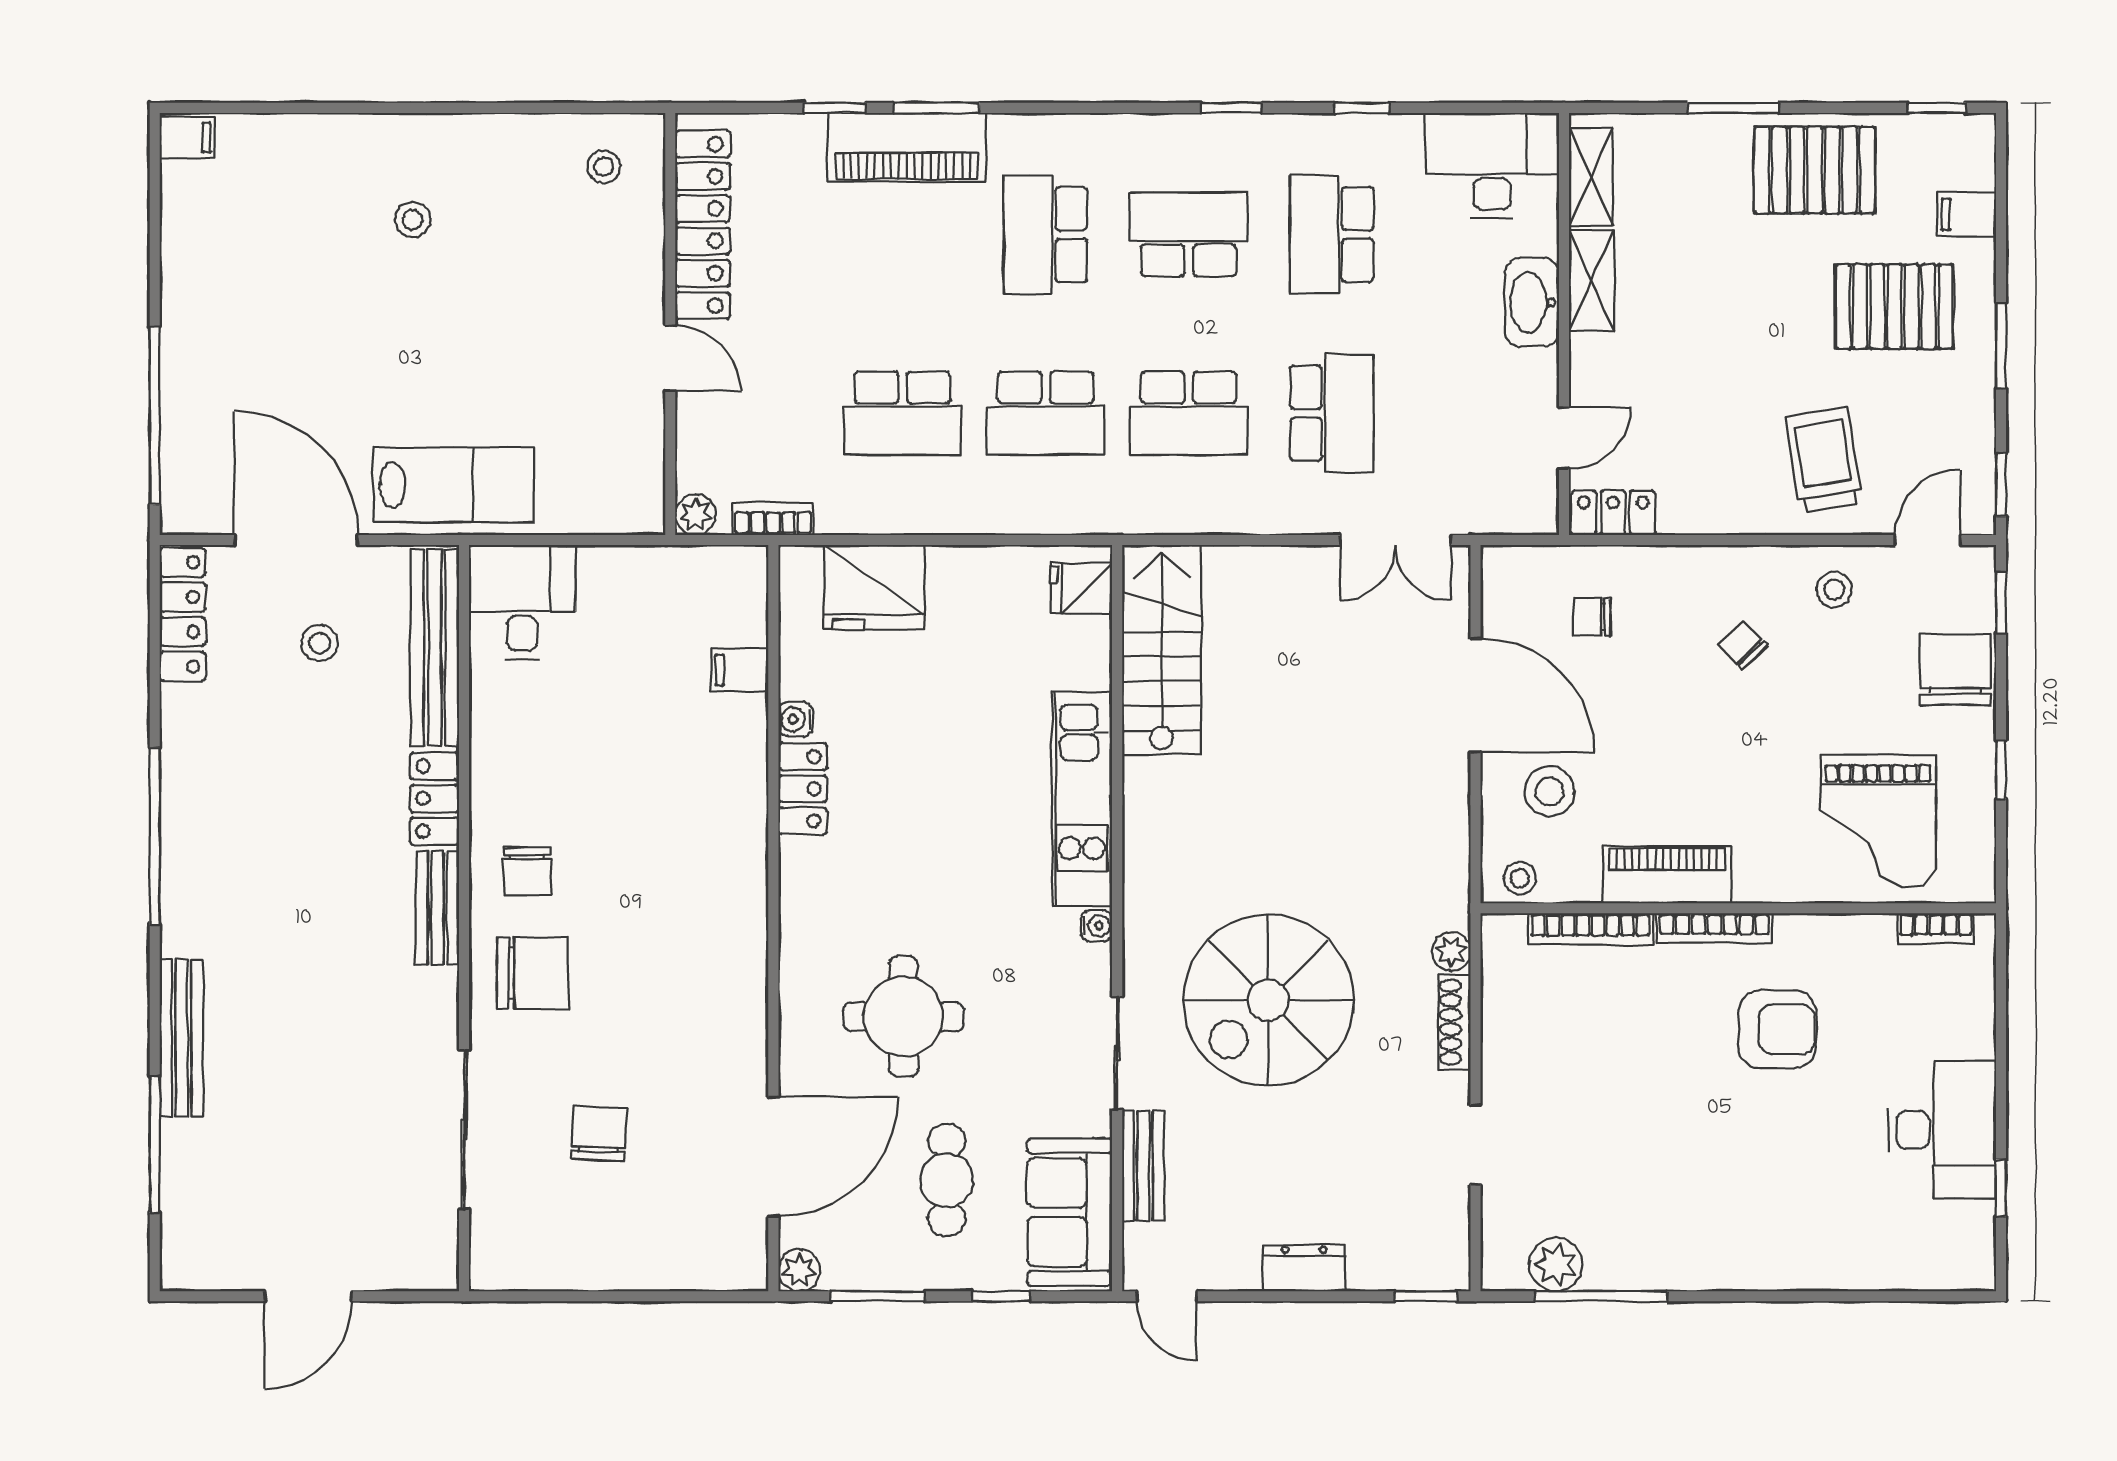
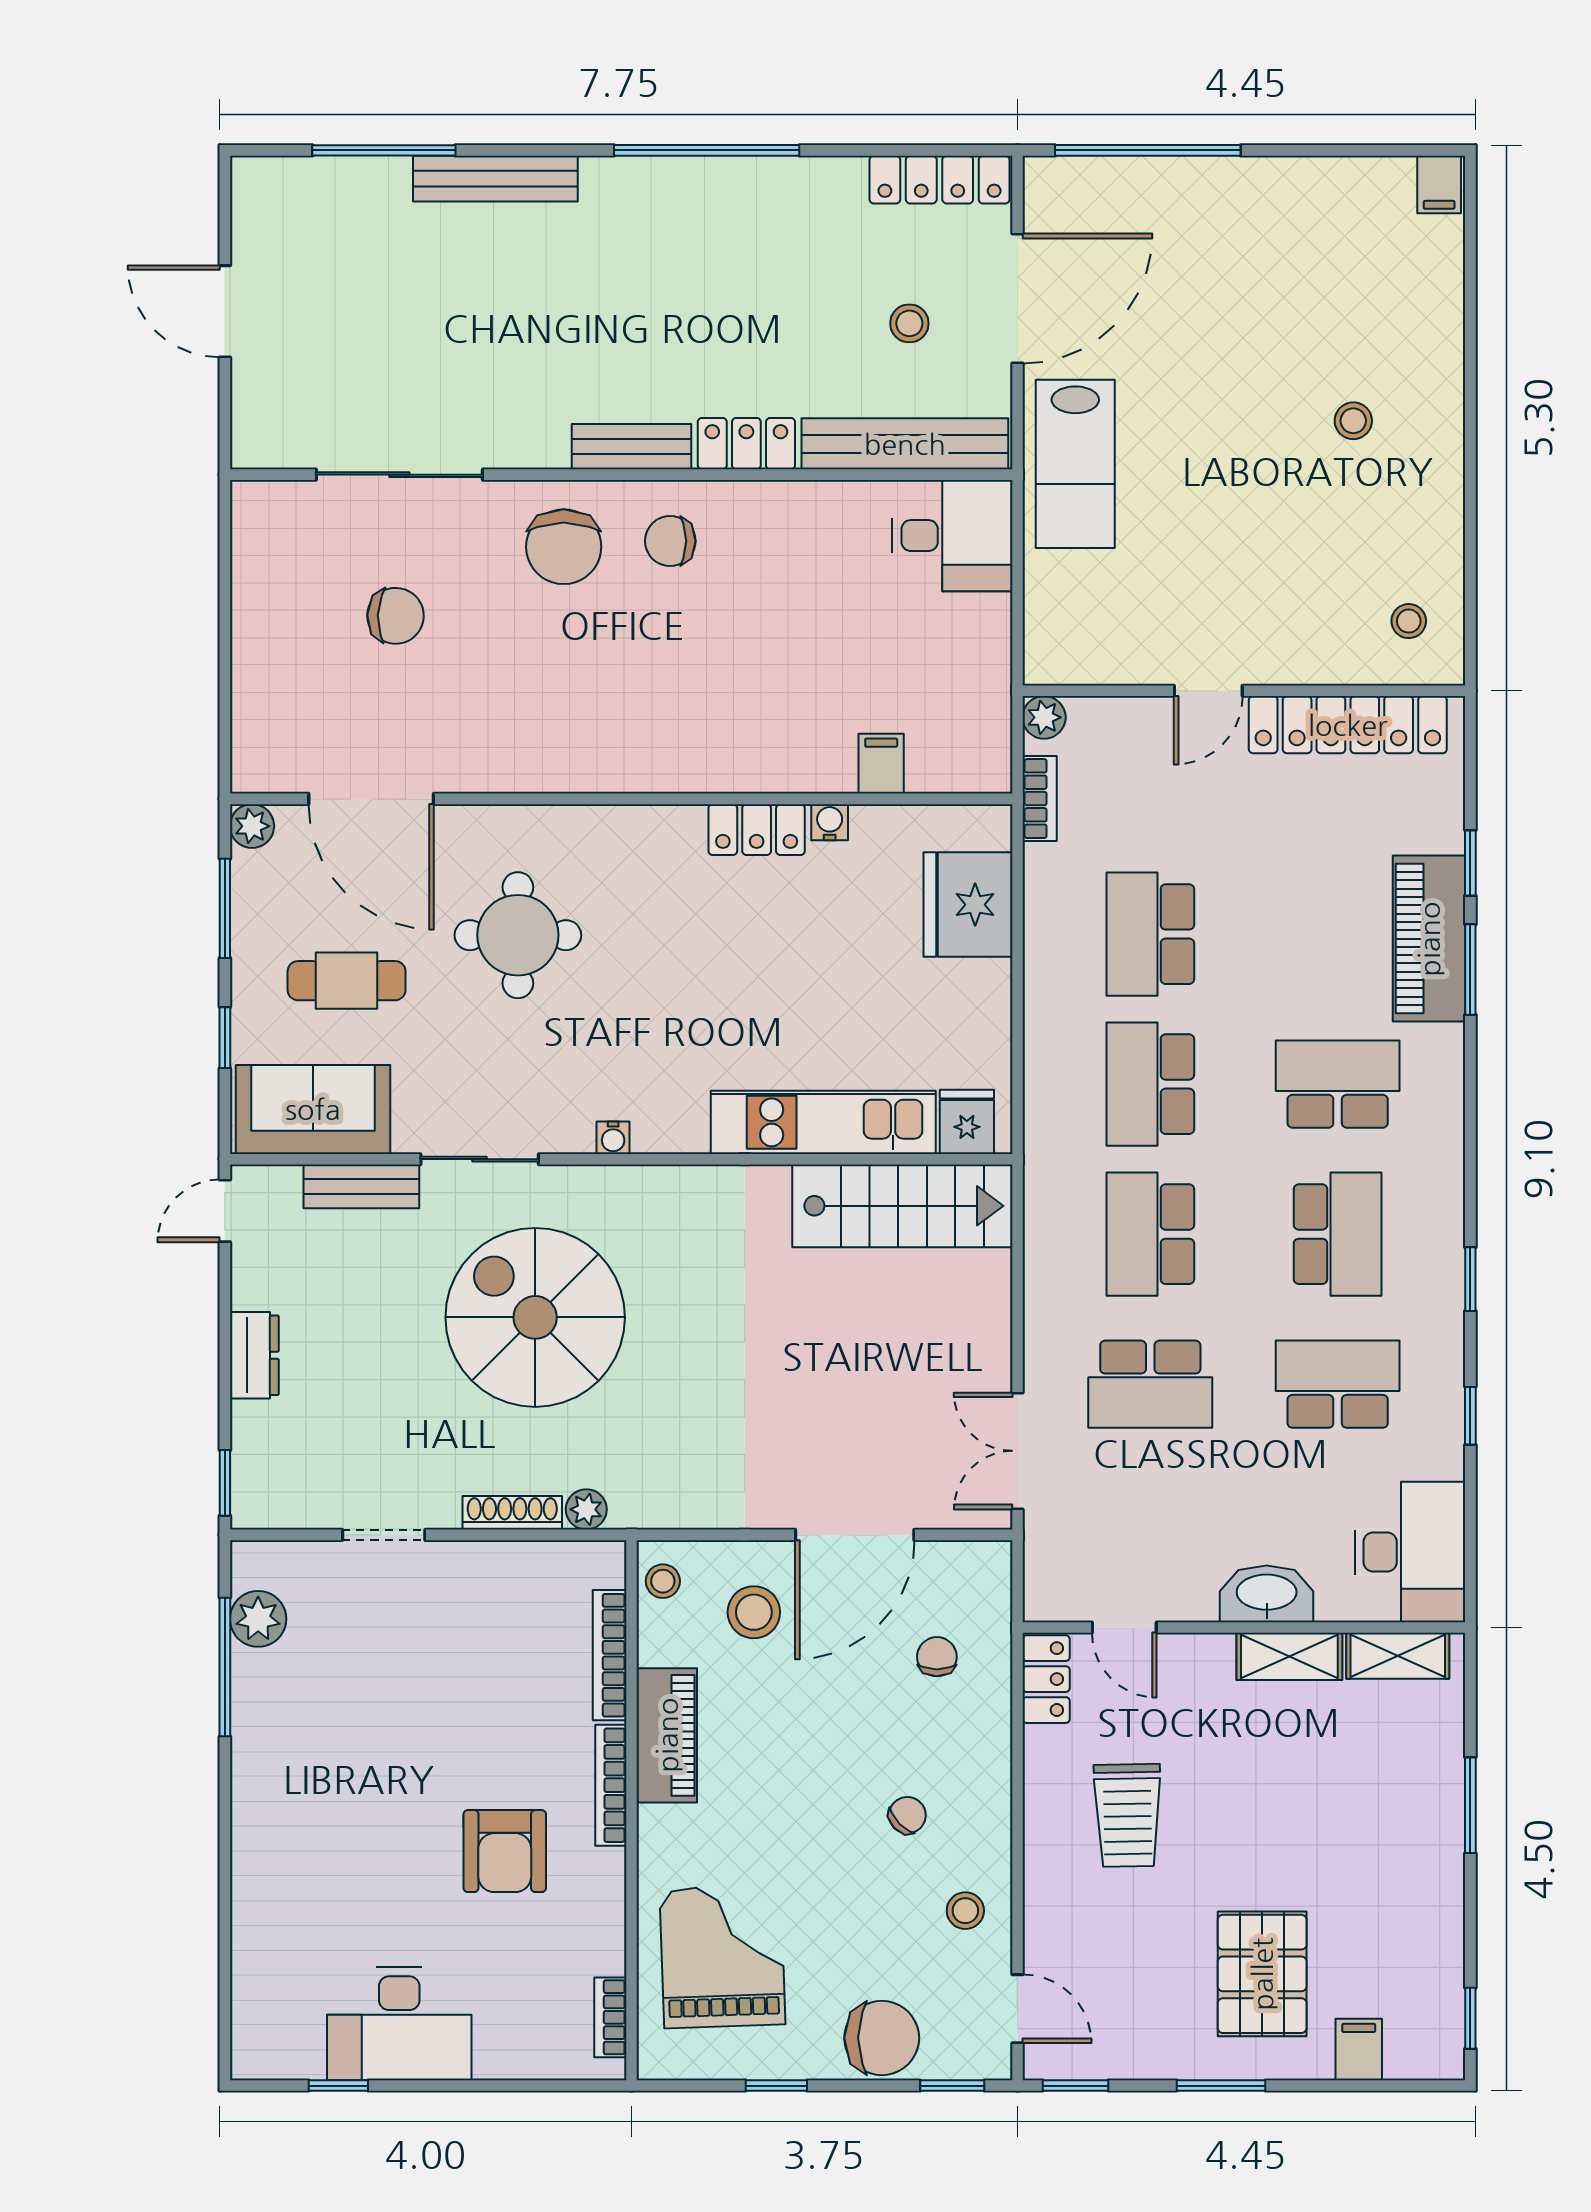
pallet: (1815, 170) -> (1405, 1890), removed
trolley: (1824, 460) -> (1128, 1815), moved, turned 98
kitchen unit: (1082, 799) -> (823, 1122), moved
grand piano: (1878, 821) -> (722, 1957), turned 88

